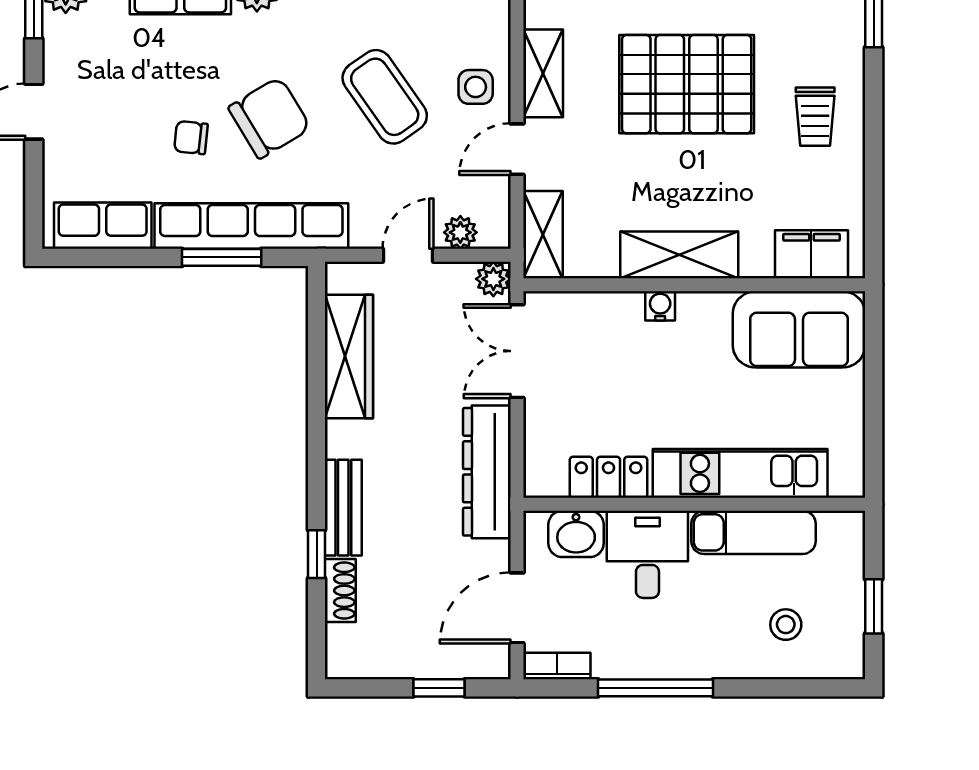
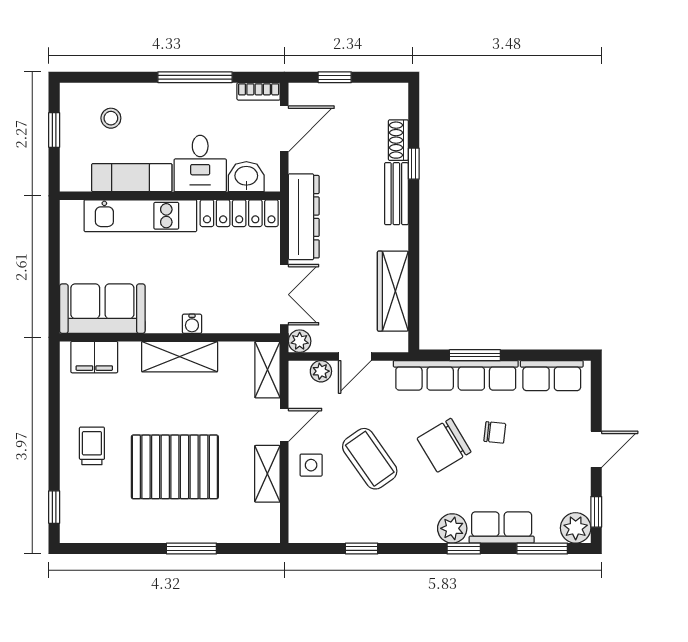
locker: (608, 477) -> (239, 213), width x1.53

